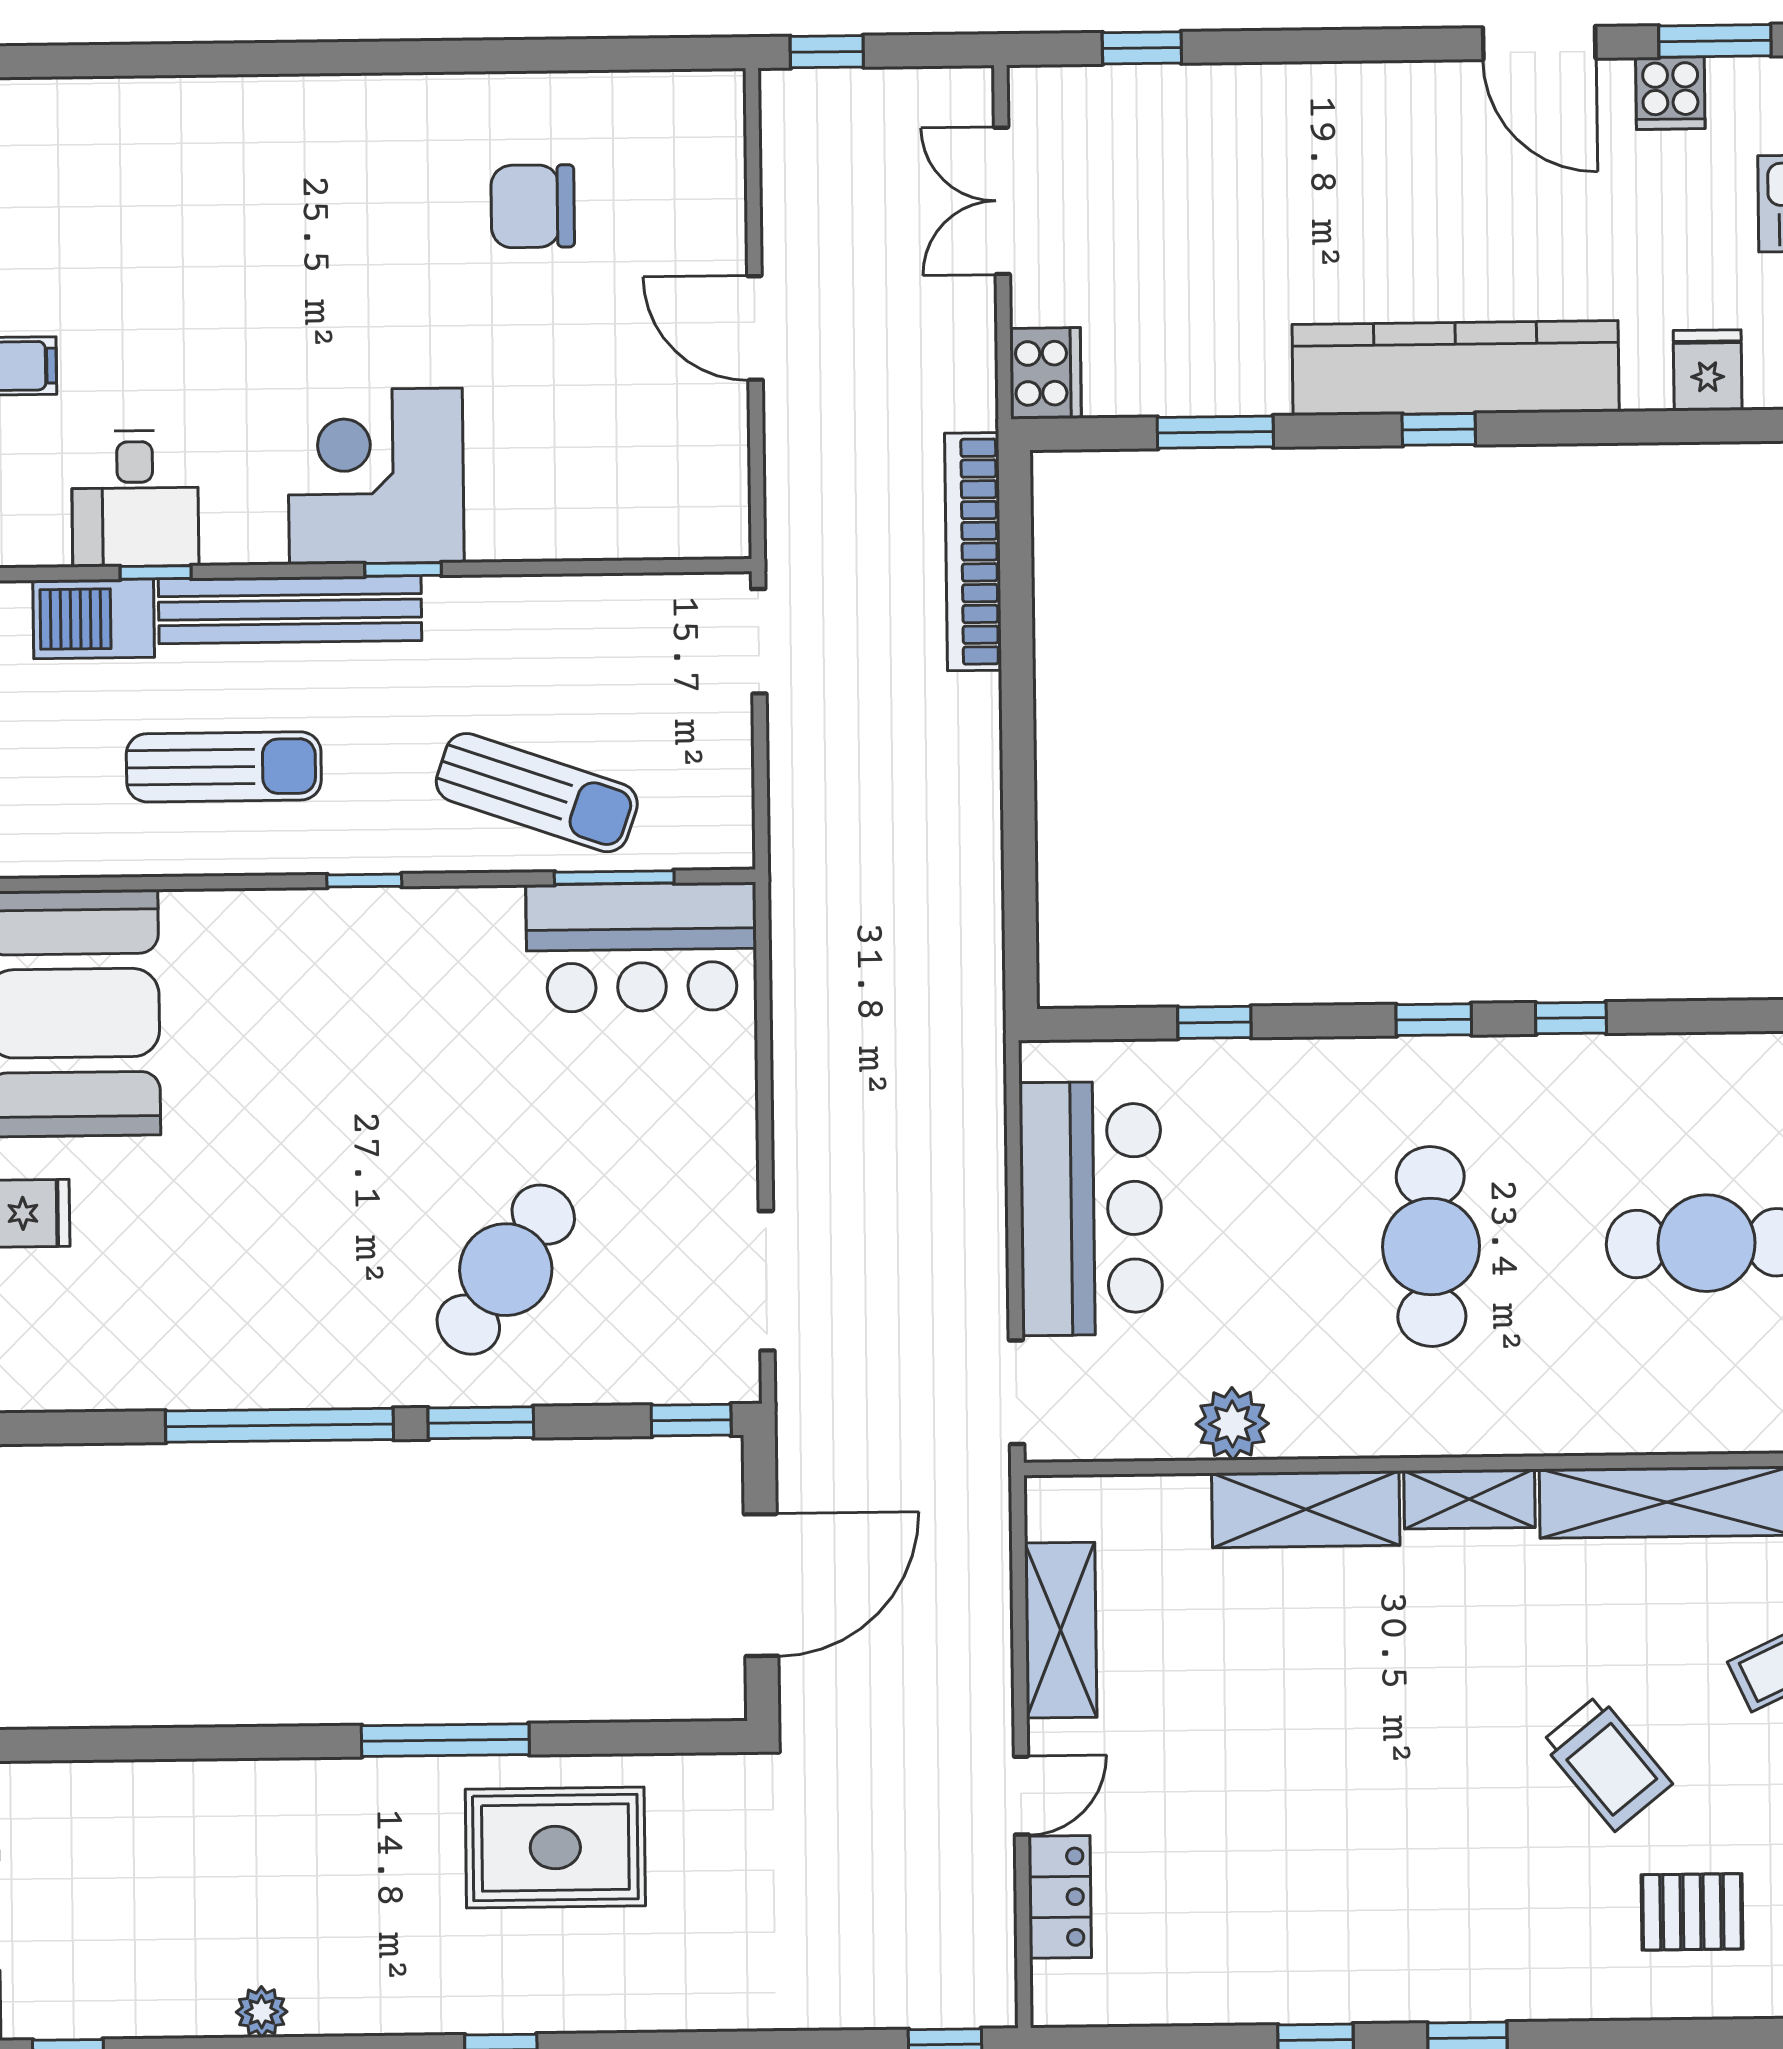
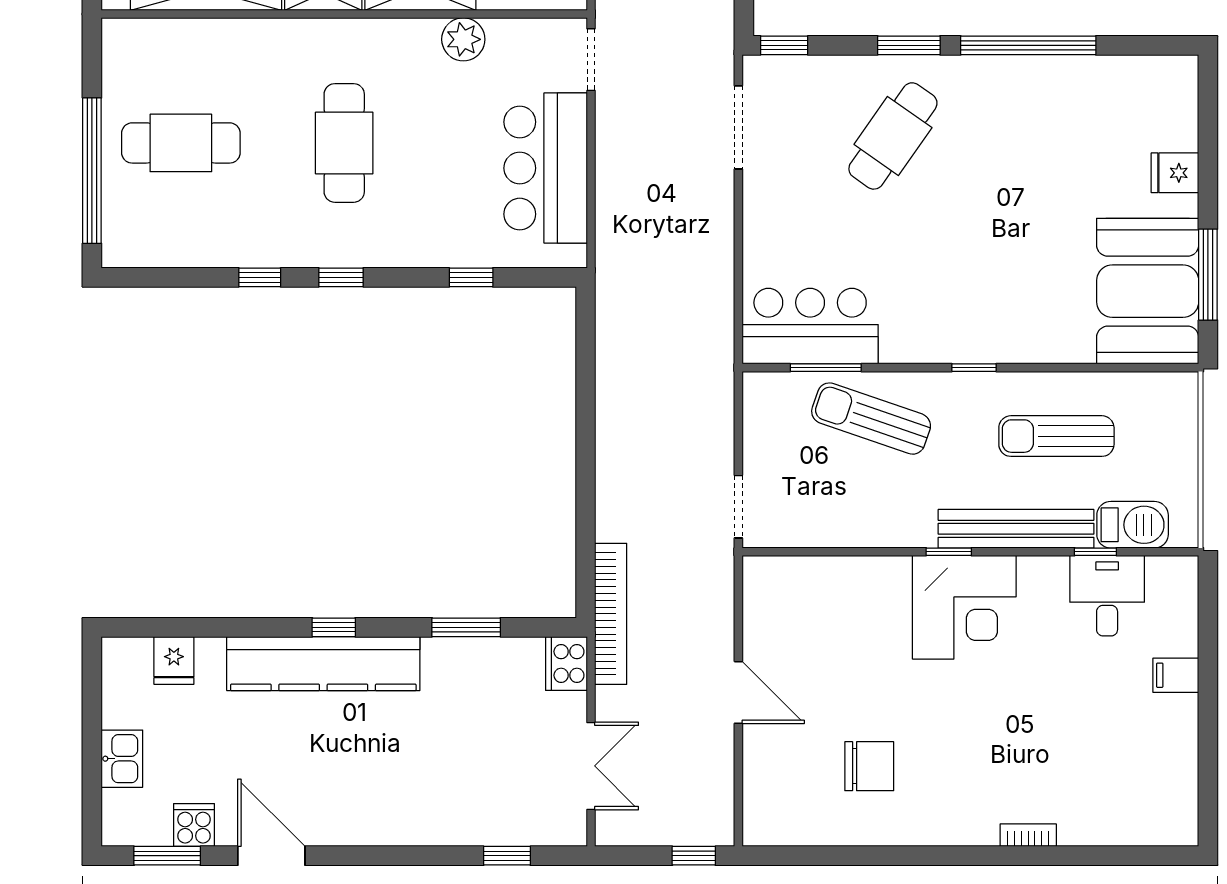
bookcase: (263, 93) -> (1028, 835), added
bookcase: (973, 552) -> (611, 614), moved

